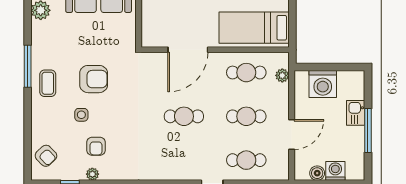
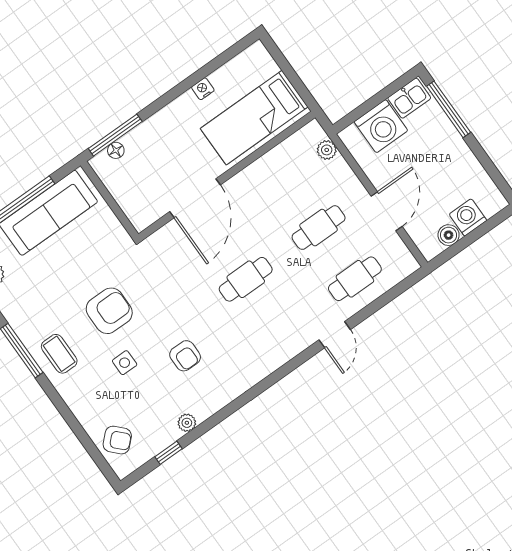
cafe table: (246, 73) -> (282, 176), removed
kitchen sink: (356, 113) -> (409, 98), moved, turned -90
window: (368, 131) -> (449, 109), moved
armchair: (96, 146) -> (185, 356), moved

